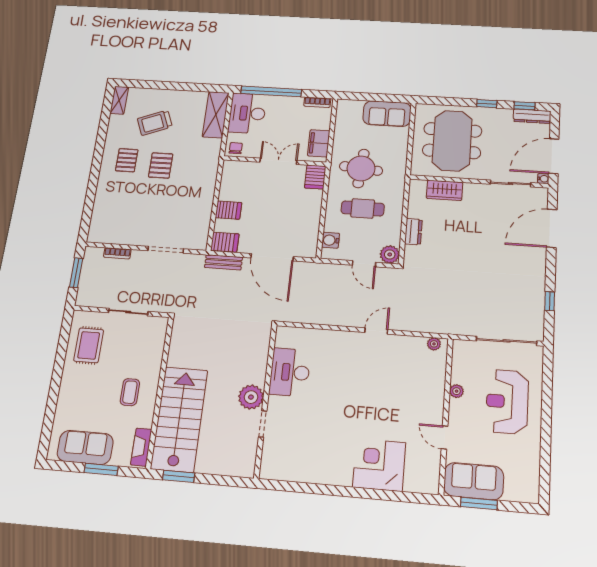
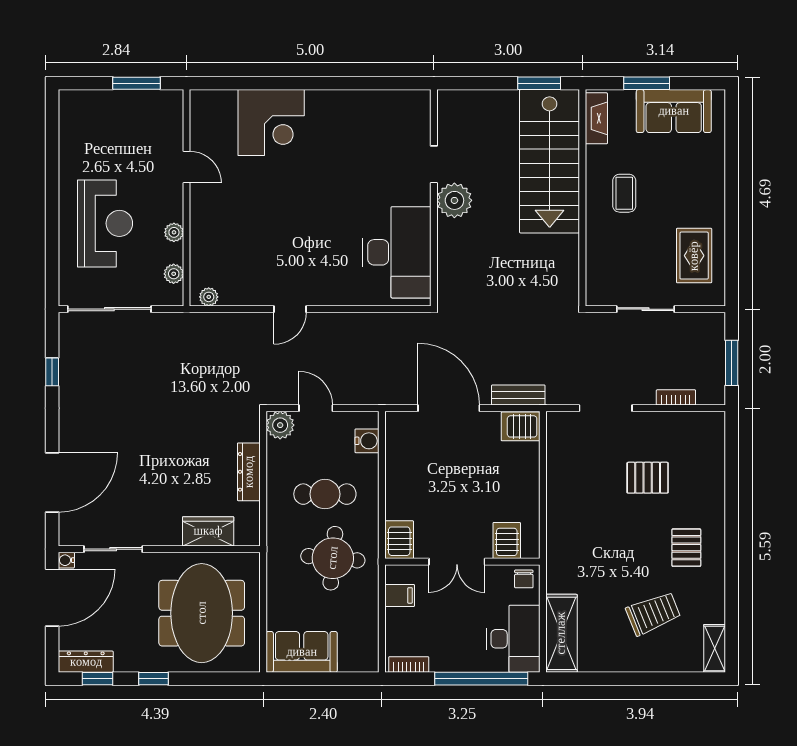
filing cabinet: (319, 143) -> (400, 595), width x0.50
pallet: (161, 165) -> (648, 478), moved, turned 90
server rack: (228, 210) -> (507, 540), moved, turned 90
dresser: (413, 232) -> (249, 472), width x1.44
plant: (458, 362) -> (174, 274), added
desk: (290, 372) -> (397, 252), width x1.36, depth x1.30
sofa: (474, 481) -> (145, 112), removed

